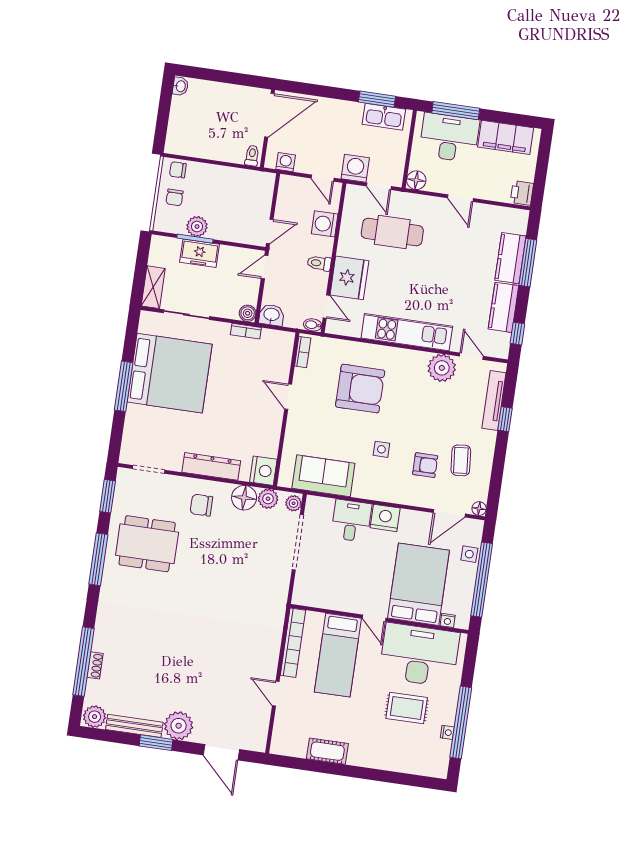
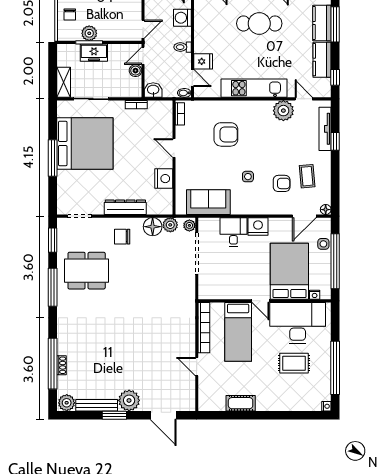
cafe table: (392, 232) -> (259, 23), moved
fridge: (349, 278) -> (203, 61), width x0.53, depth x0.75
boiler: (248, 313) -> (135, 71), moved
armchair: (360, 389) -> (226, 134), width x0.73, depth x0.73
nightstand: (263, 471) -> (164, 179), moved
nightstand: (447, 732) -> (326, 406), moved

